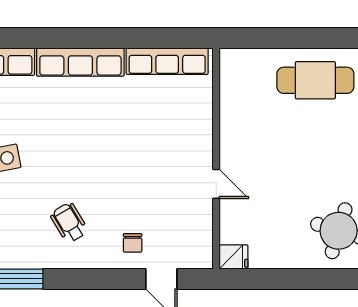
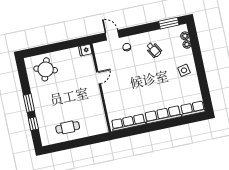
cafe table: (315, 80) -> (68, 127), width x0.73, depth x0.74
door: (216, 184) -> (98, 78), swing flipped

